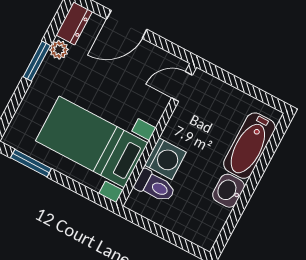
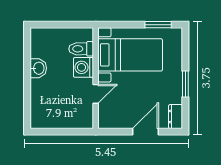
plant: (59, 50) -> (176, 97), removed
door: (182, 87) -> (96, 94), moved
bathtub: (249, 146) -> (40, 100), removed

